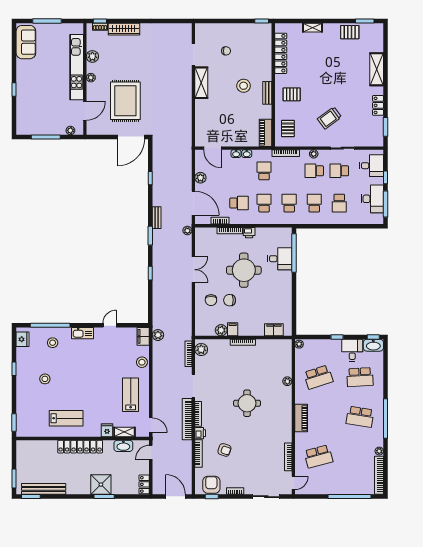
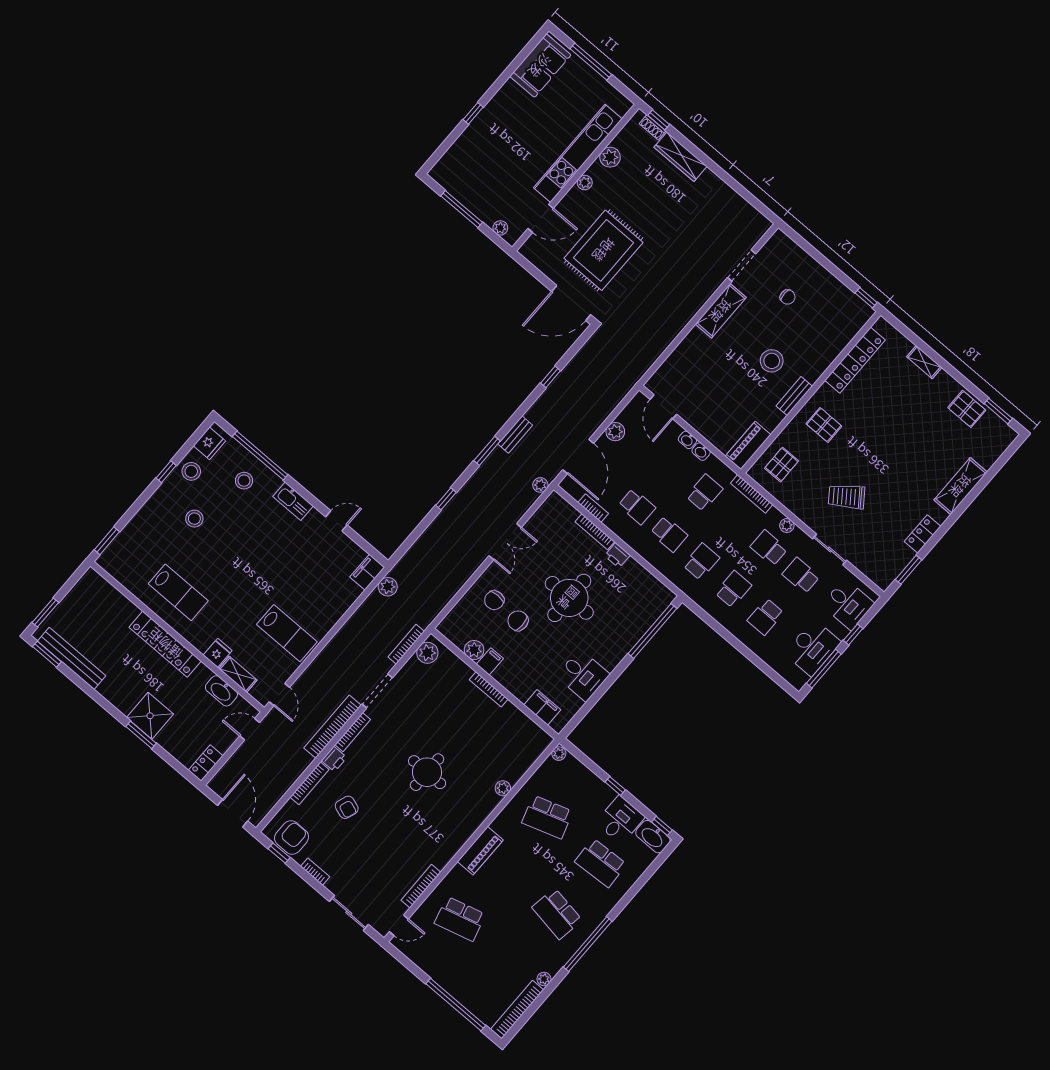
school desk: (264, 203) -> (669, 534), turned 90
desk: (280, 259) -> (583, 675), moved
stool: (142, 362) -> (191, 471), moved
lab bench: (131, 395) -> (287, 633), turned 90

